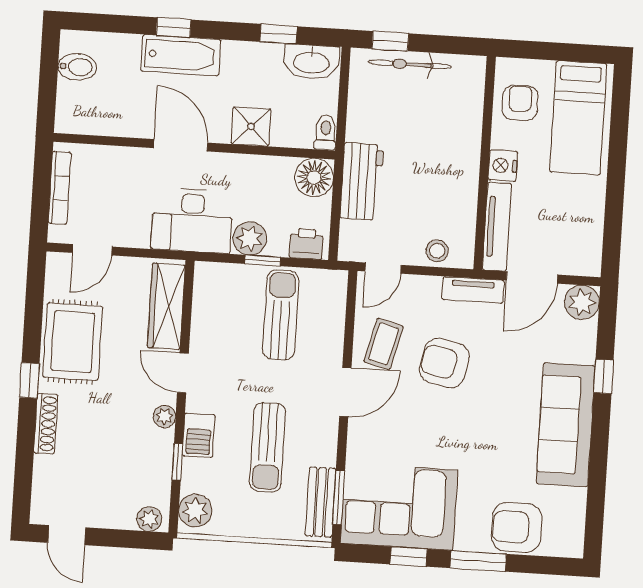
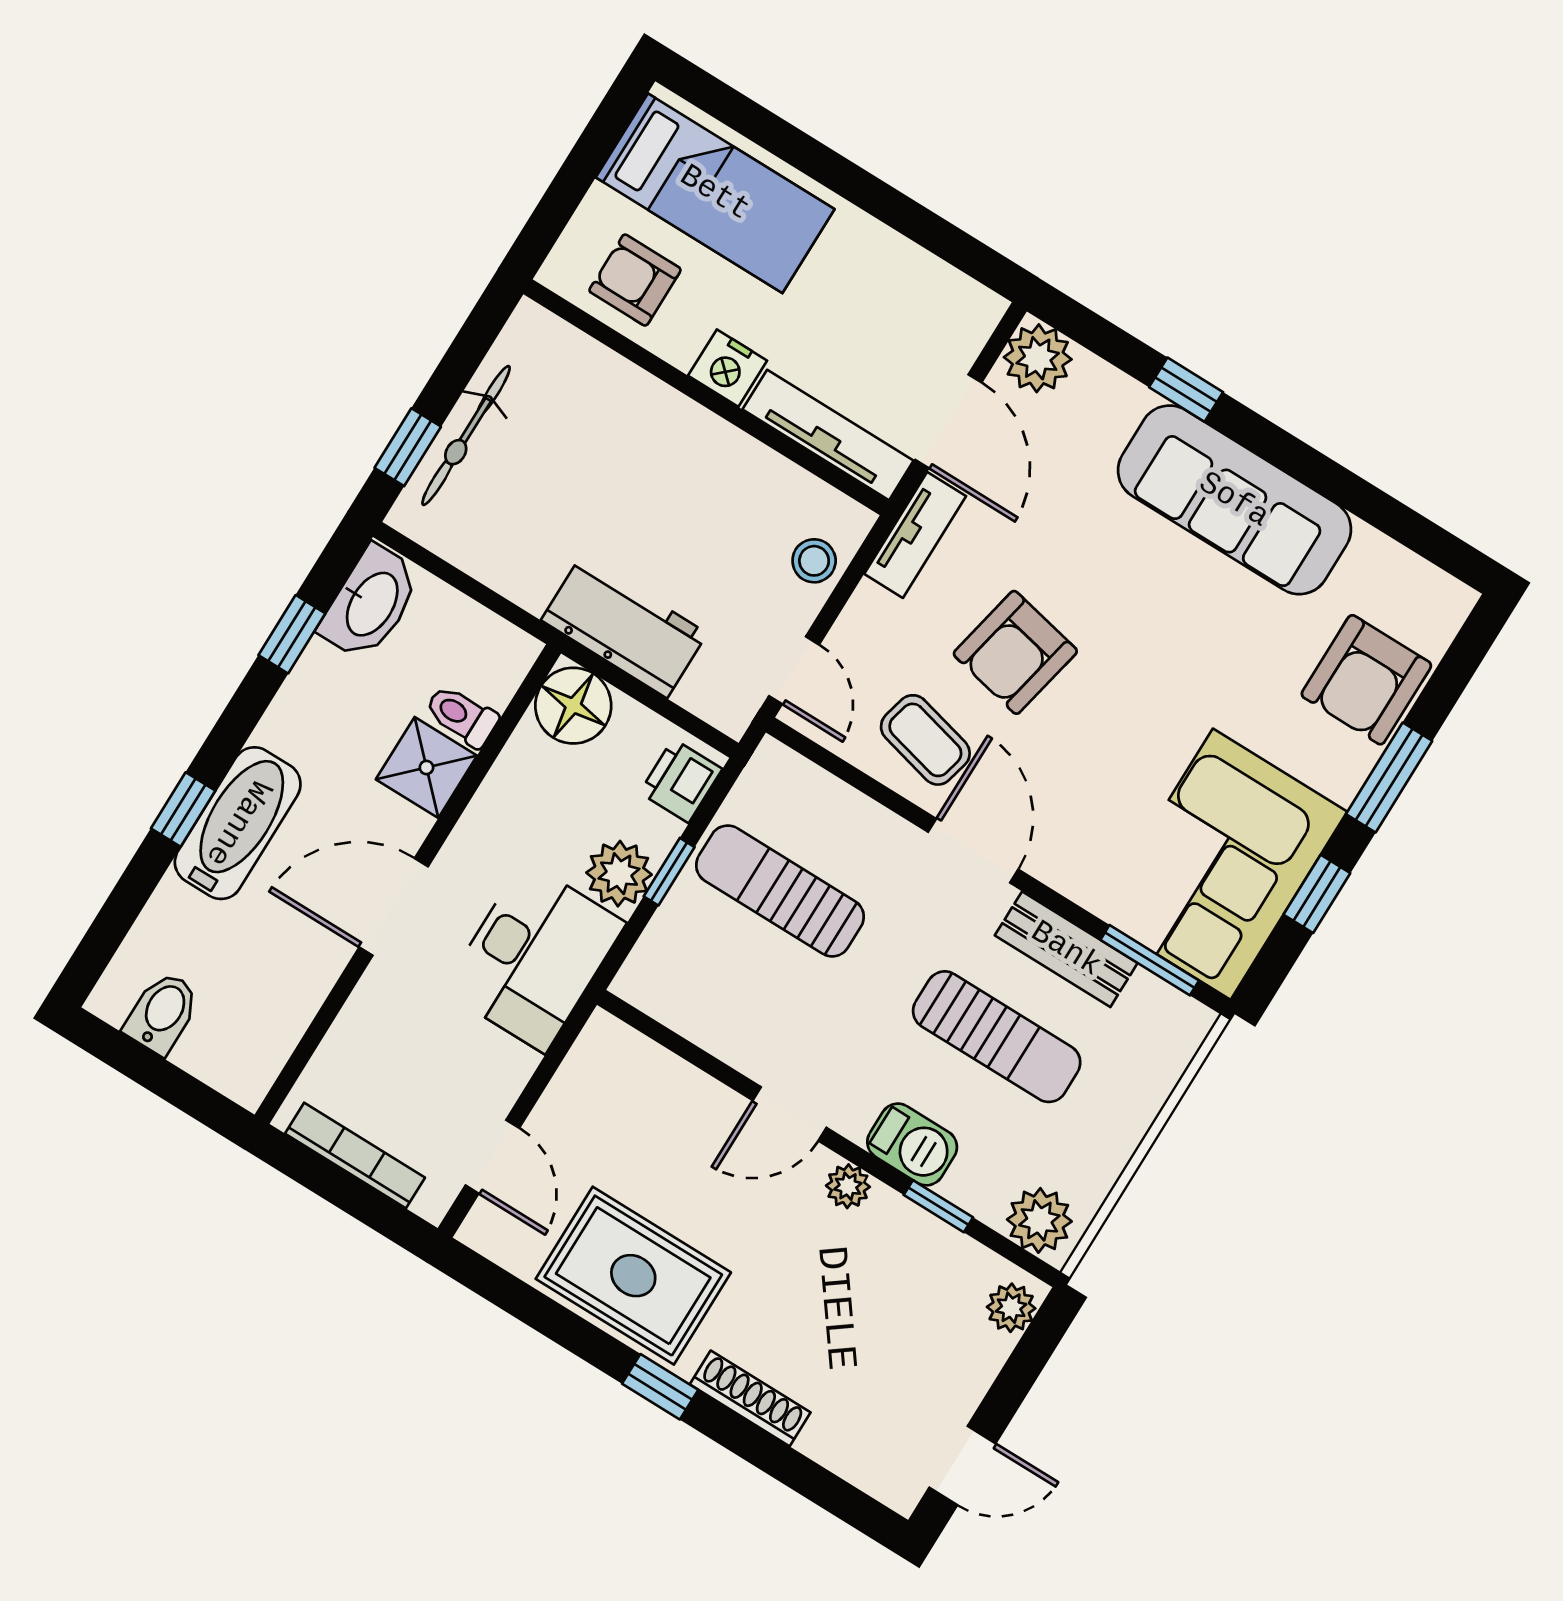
toilet: (326, 132) -> (462, 716), moved
wardrobe: (166, 306) -> (659, 1081), removed
bench: (321, 502) -> (1066, 949), moved

